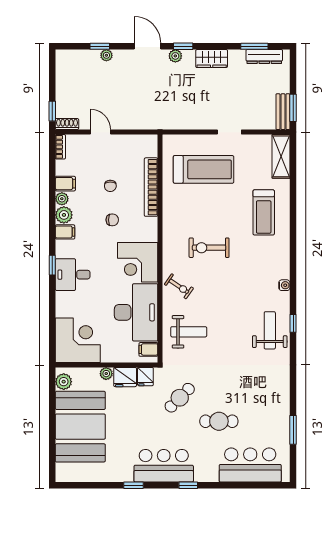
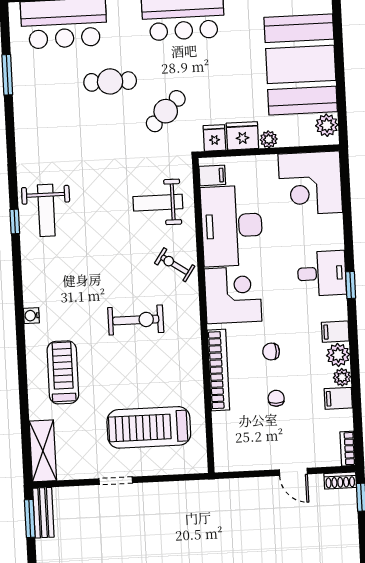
bookcase: (151, 187) -> (218, 370), moved
water cooler: (284, 285) -> (31, 316), moved

